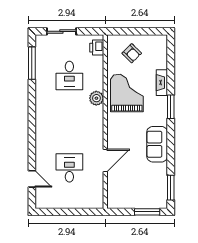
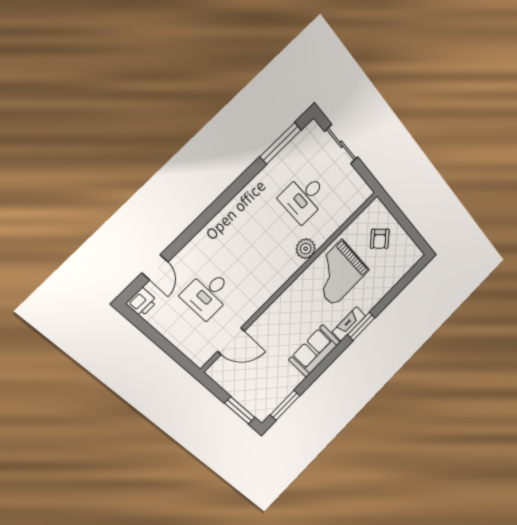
printer: (97, 48) -> (142, 302), moved, turned 180
fireplace: (162, 83) -> (349, 324), moved
grand piano: (127, 93) -> (338, 273), turned 180
door: (105, 160) -> (231, 341), moved
desk: (69, 168) -> (208, 294), turned 180

